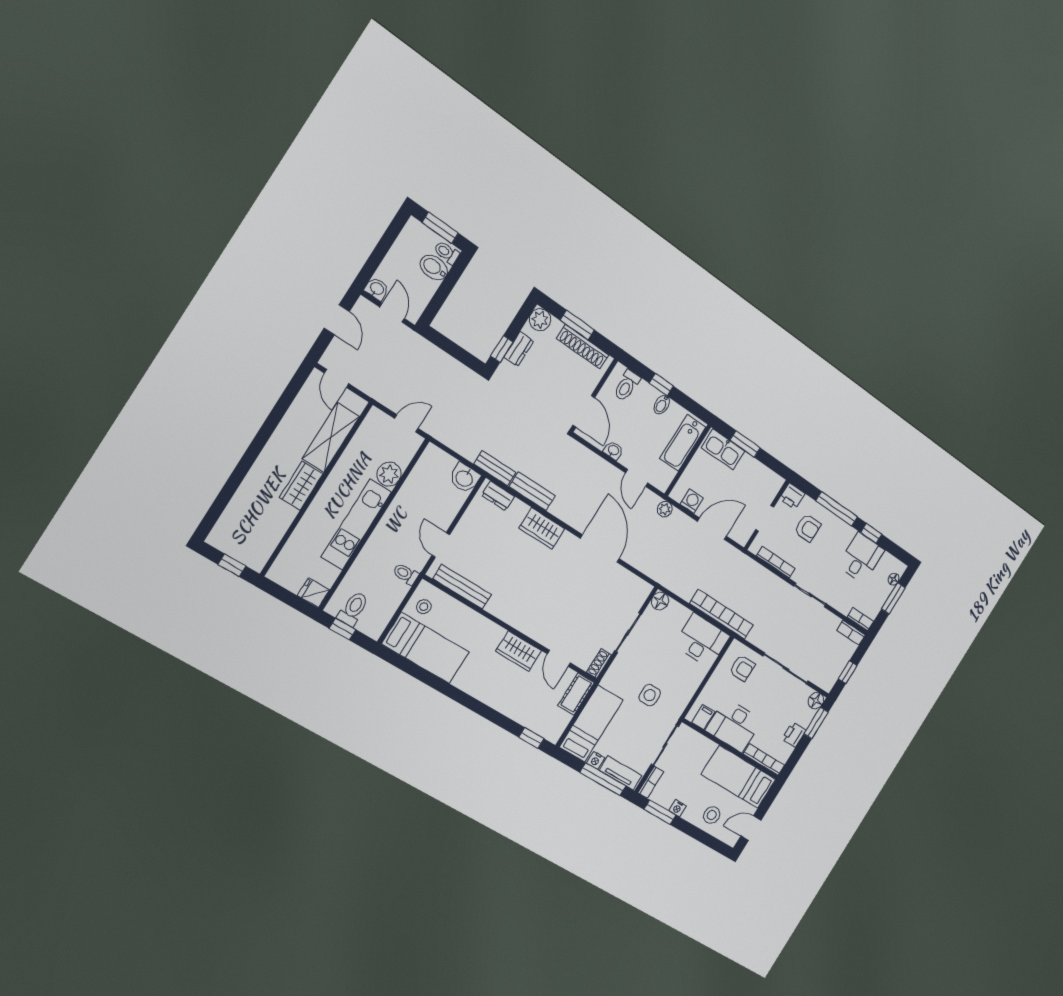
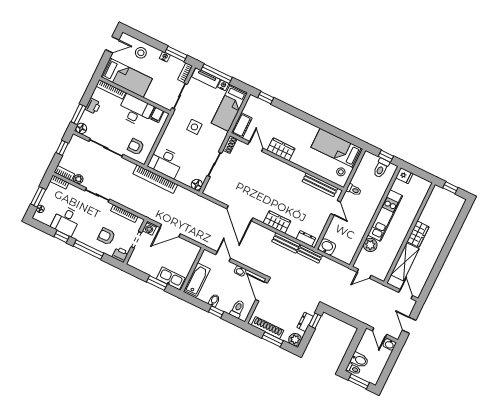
washing machine: (692, 501) -> (150, 228), moved
plant: (665, 509) -> (78, 179), moved

